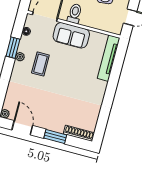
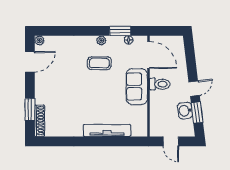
window: (13, 48) -> (120, 31), moved
tv unit: (109, 58) -> (107, 130), moved
window: (55, 137) -> (30, 110), moved

